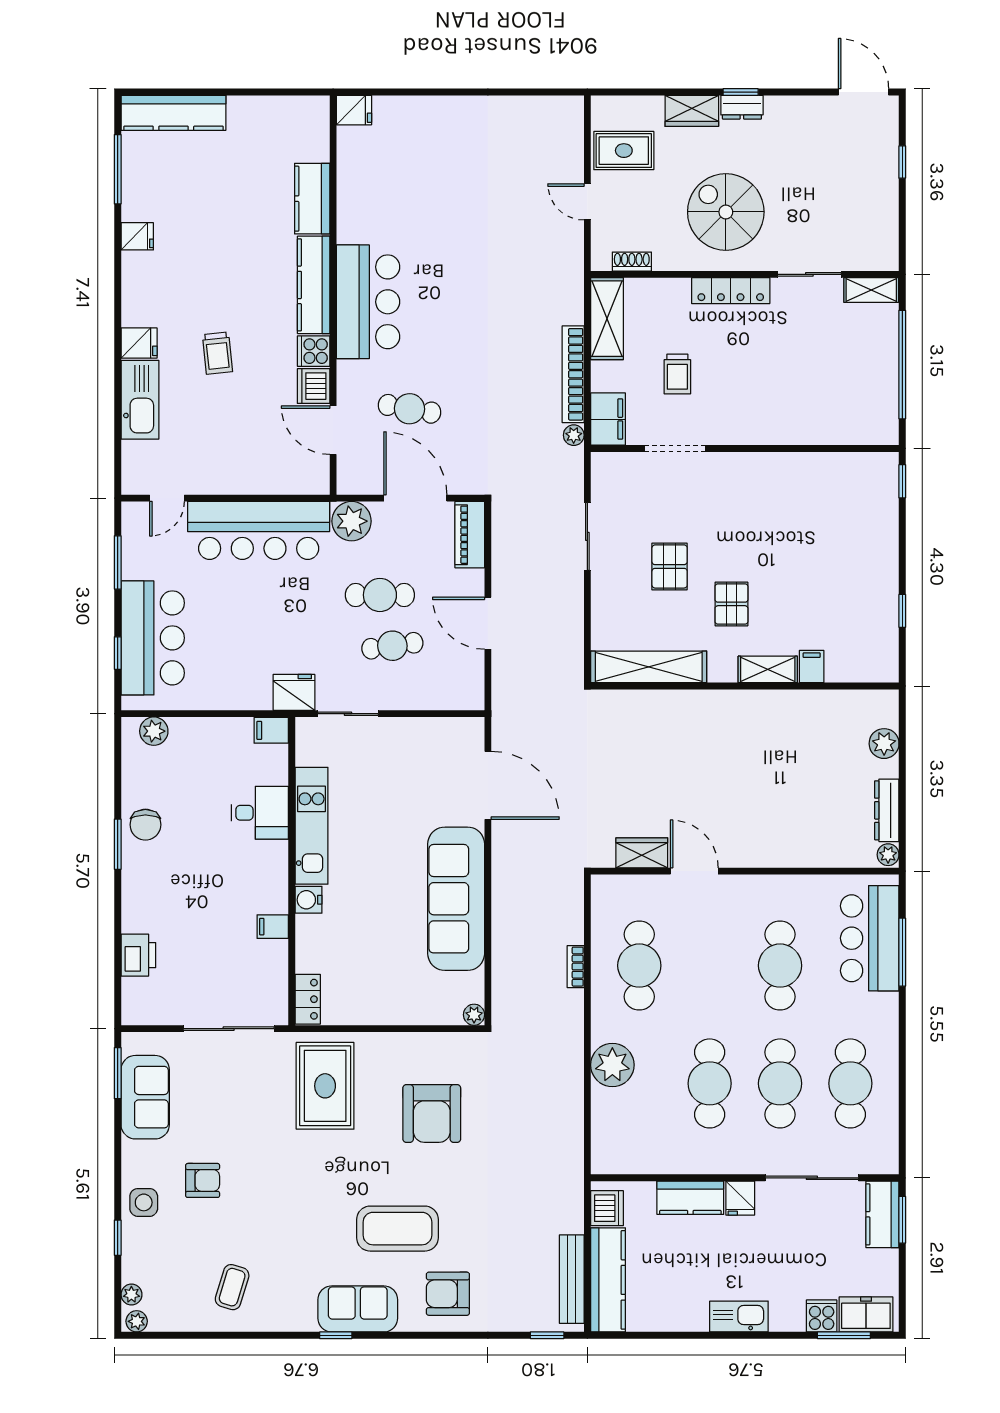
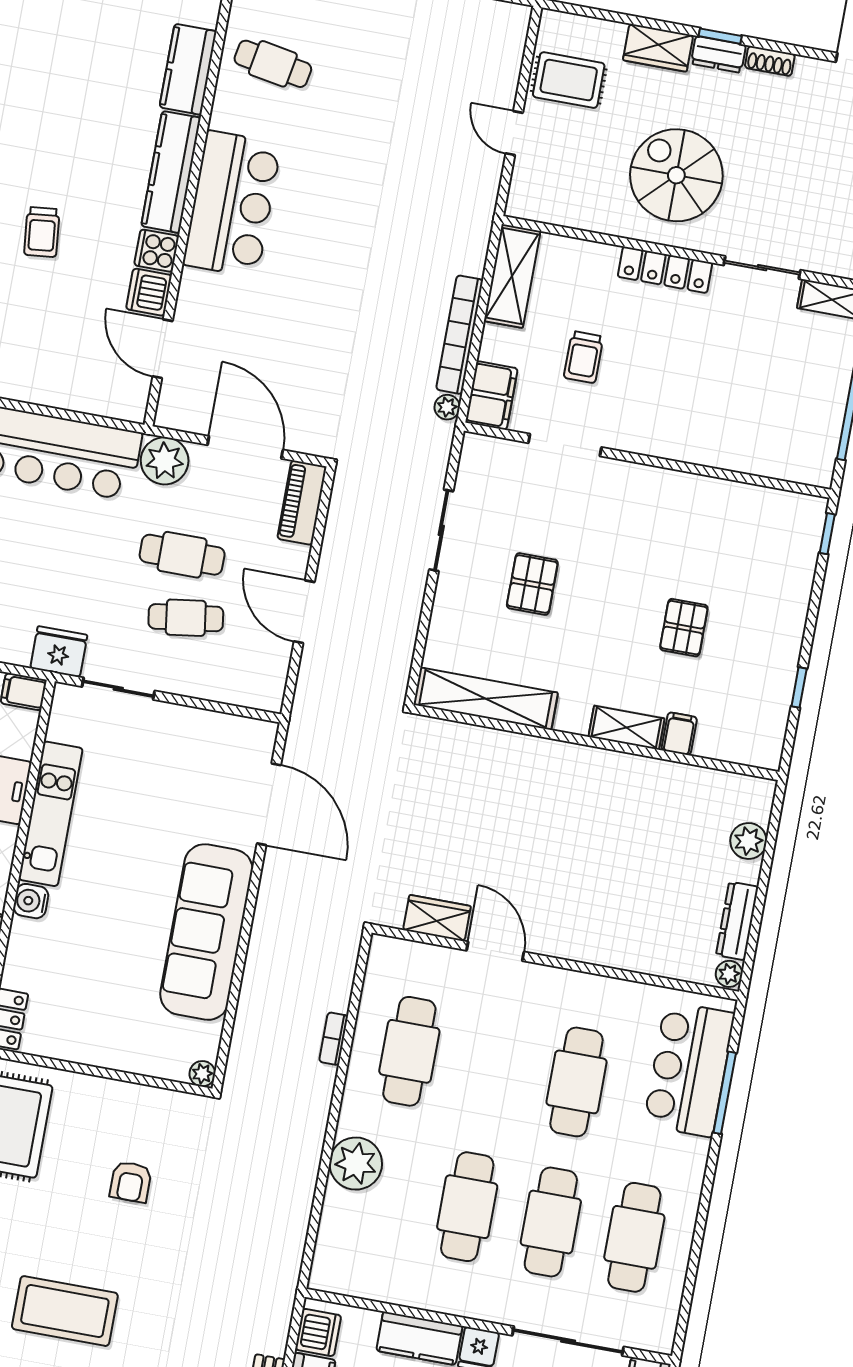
shoe rack: (632, 262) -> (770, 61), moved, turned 180
cafe table: (409, 409) -> (273, 64), moved
pallet: (731, 604) -> (684, 628), moved
armchair: (432, 1114) -> (131, 1182), width x0.53, depth x0.53

